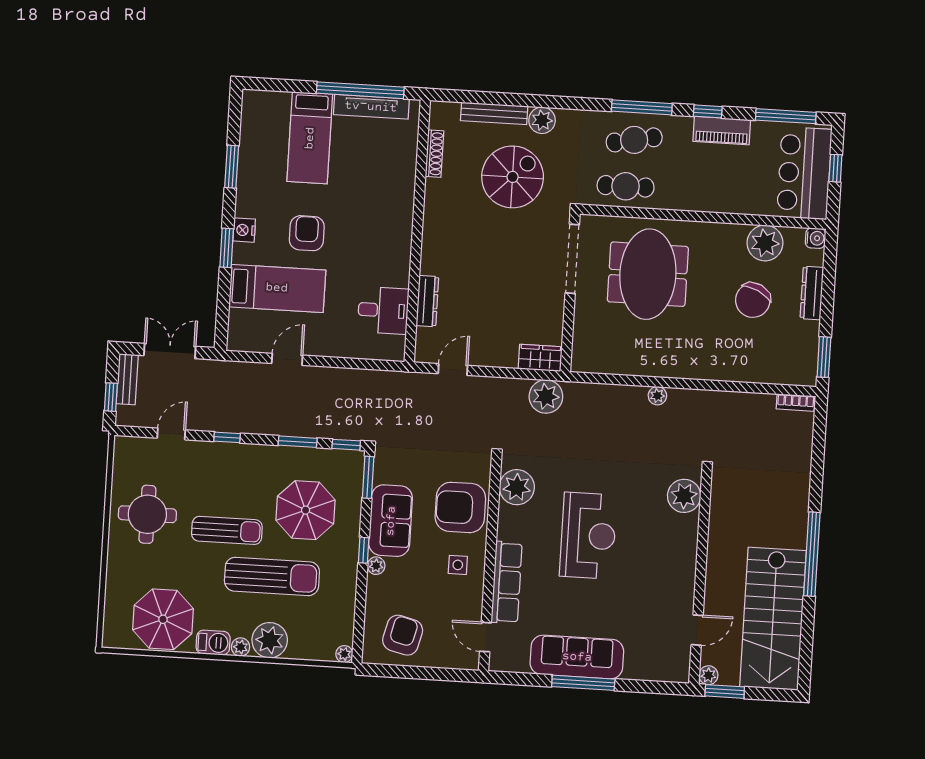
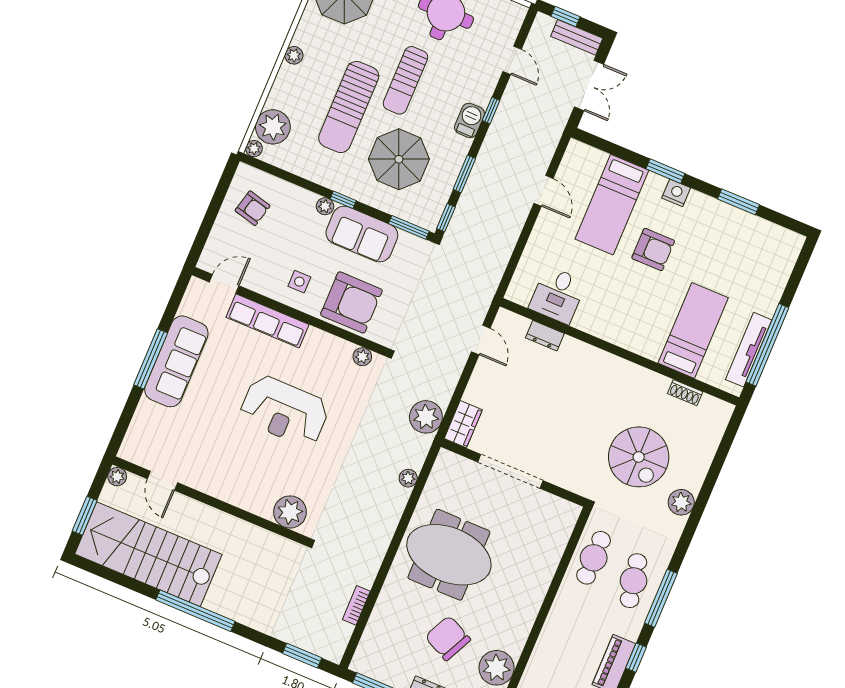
bench: (494, 113) -> (703, 460), removed
bed: (310, 138) -> (693, 330), moved, turned 90
shoe rack: (434, 154) -> (685, 393), width x0.70
doorway: (572, 259) -> (510, 471), moved
meeting table: (648, 274) -> (449, 555), moved
dresser: (427, 301) -> (545, 336), width x0.70
plant: (657, 396) -> (408, 478), moved
bookcase: (796, 403) -> (356, 605), moved
window: (819, 435) -> (302, 656), added
plant: (517, 487) -> (362, 357), width x0.53, depth x0.53
armchair: (460, 507) -> (351, 302), turned 90
armchair: (403, 635) -> (253, 208), width x0.72, depth x0.72
plant: (270, 640) -> (273, 127), moved
barbecue: (213, 643) -> (469, 120), moved, turned 180
window: (725, 691) -> (85, 516), moved

